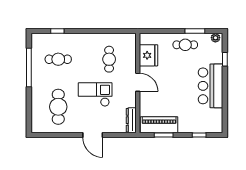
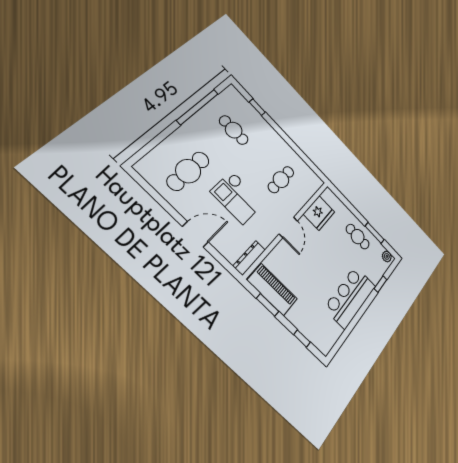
checkout: (95, 95) -> (237, 197), turned 180
door: (93, 135) -> (195, 234), swing flipped

